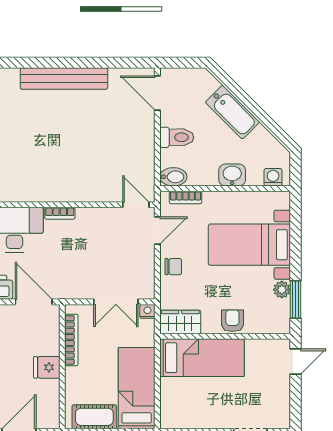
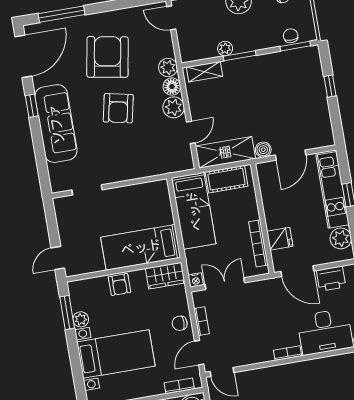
bookcase: (149, 265) -> (202, 321), added
fridge: (47, 367) -> (280, 239), moved

